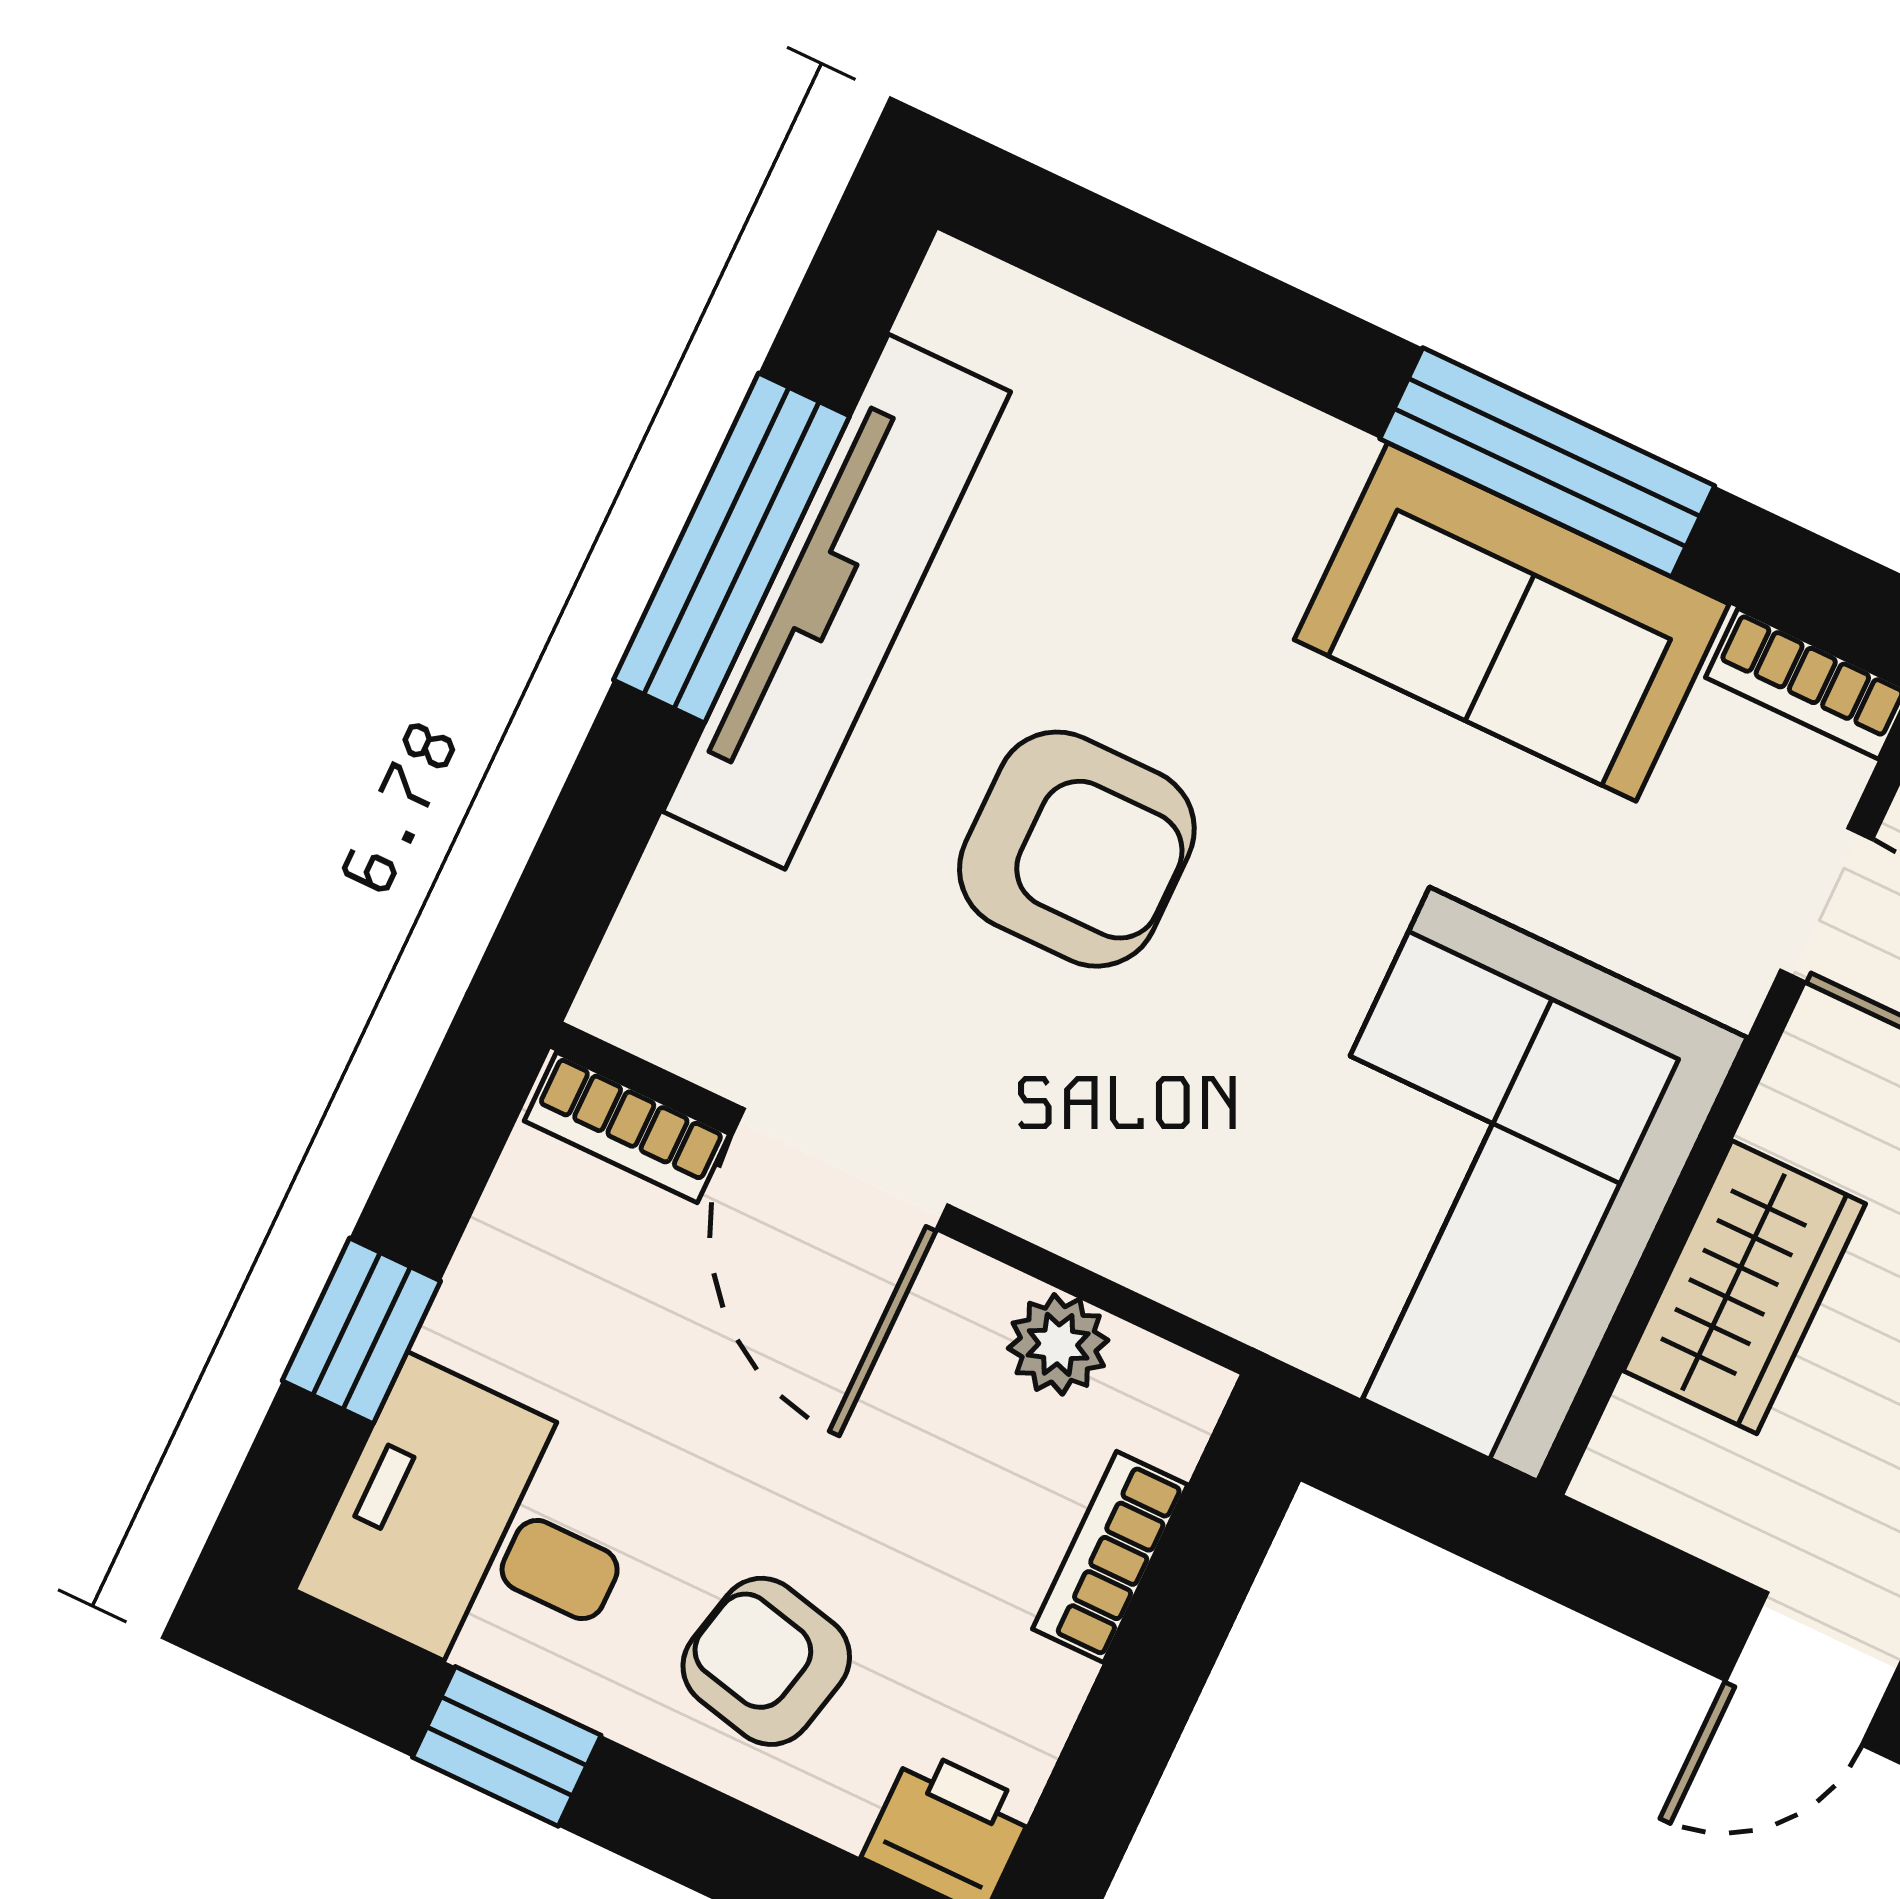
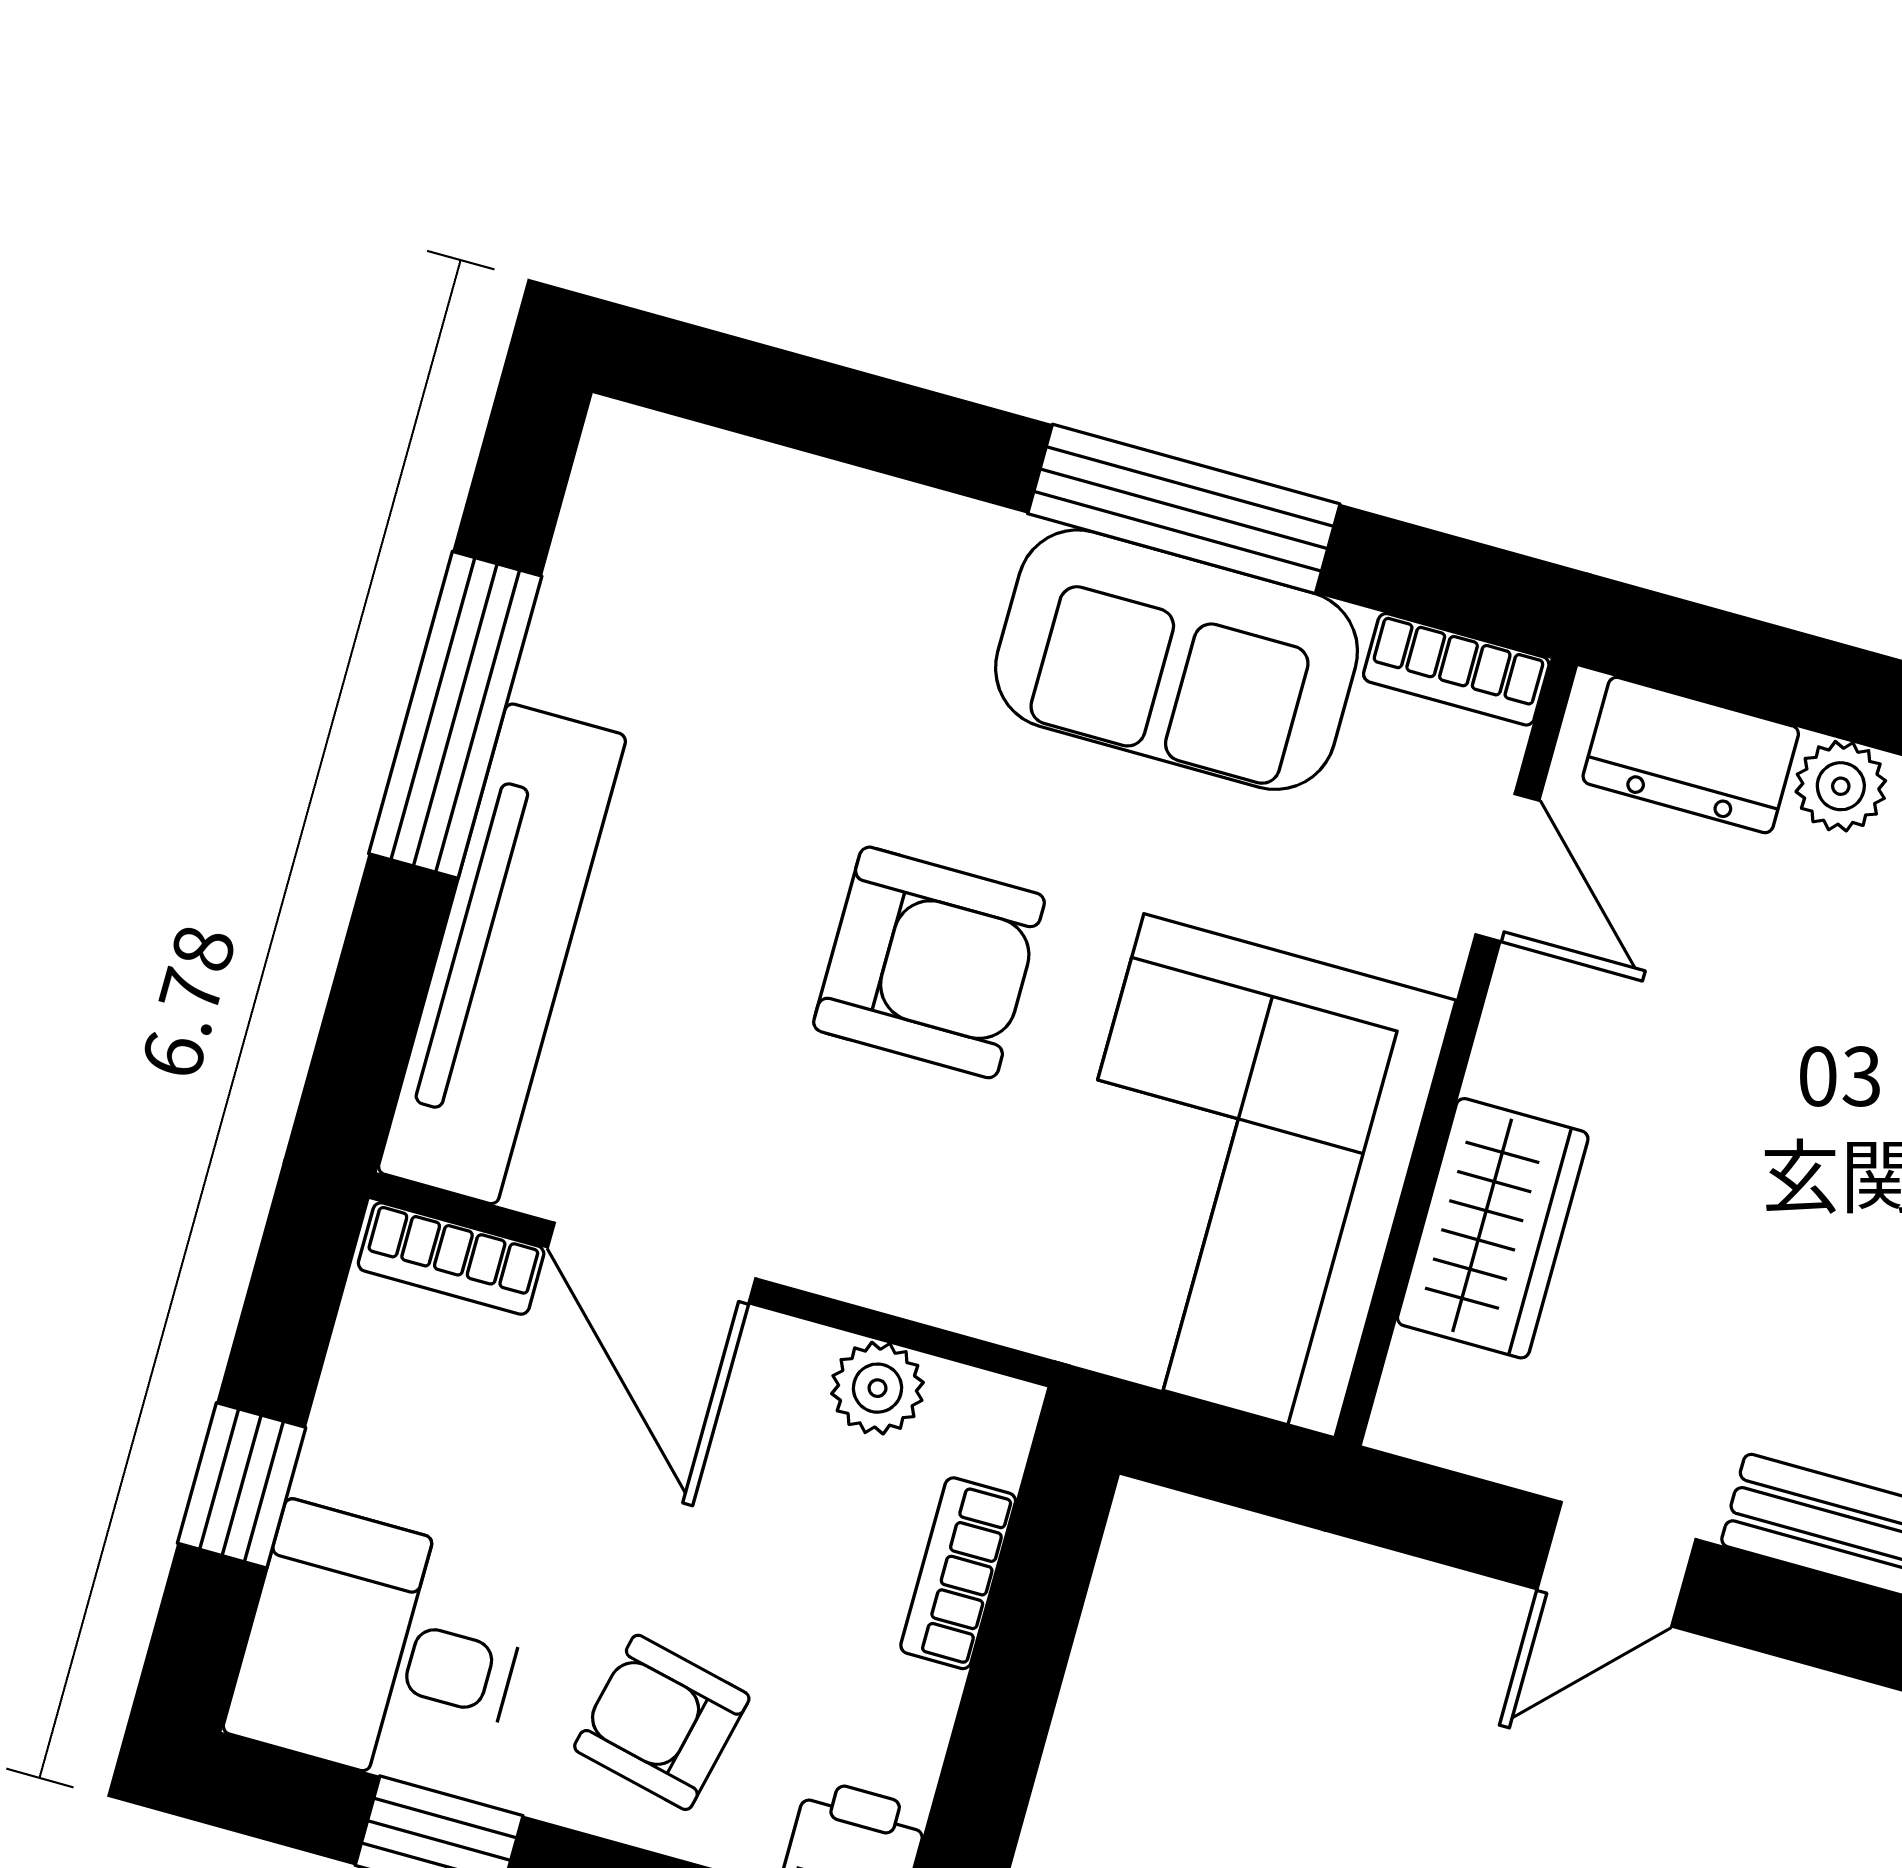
tv unit: (837, 602) -> (502, 954), moved
armchair: (1077, 849) -> (929, 962), moved

